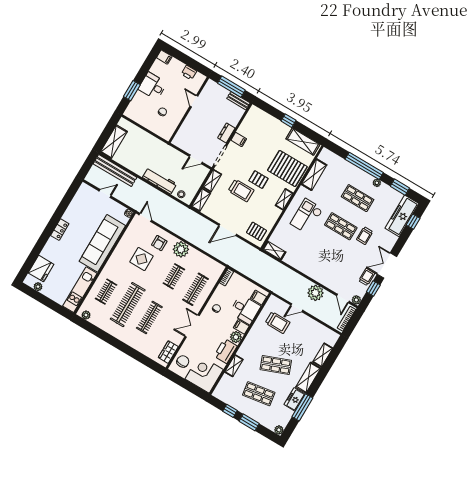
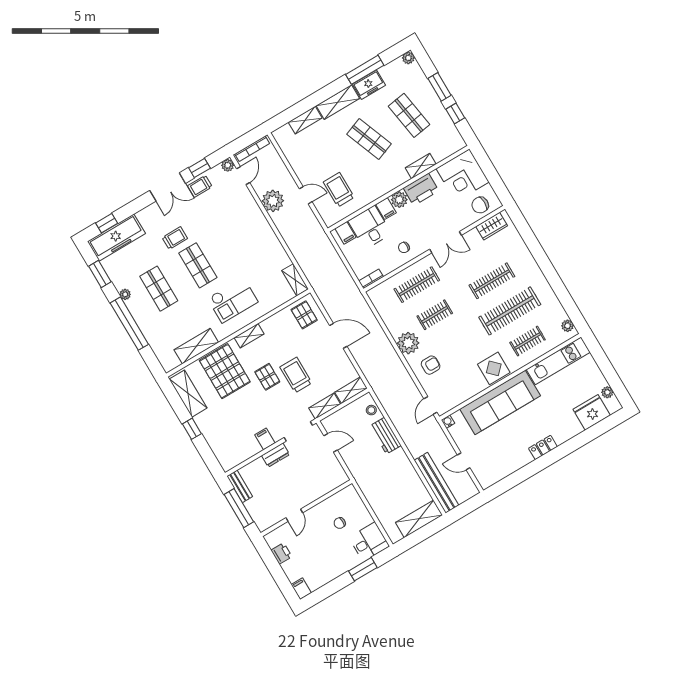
desk: (153, 86) -> (369, 542), moved, turned -90
workbench: (160, 181) -> (385, 436), width x0.73
display table: (141, 259) -> (494, 368), moved

